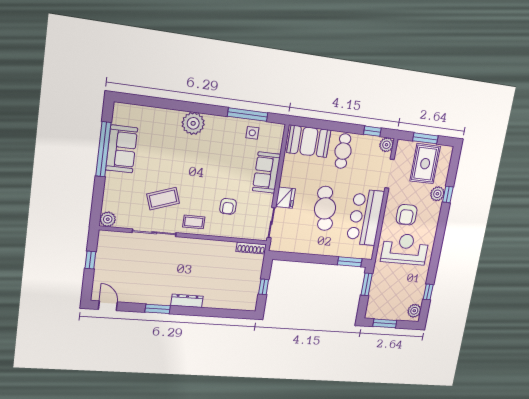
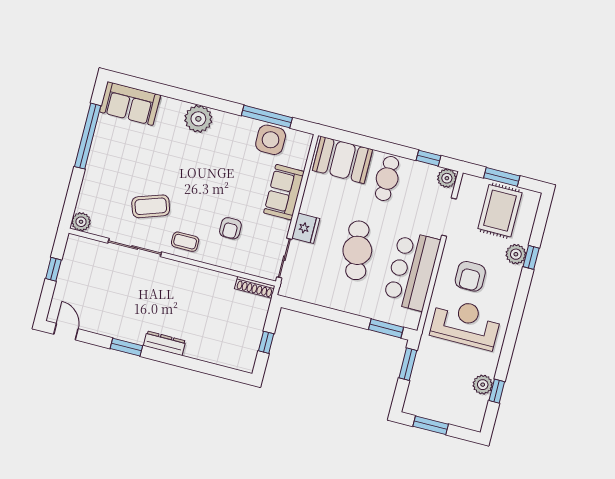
side table: (252, 133) -> (271, 140), width x1.87, depth x1.87
sofa: (122, 149) -> (130, 103), moved, turned 90
plant: (414, 311) -> (483, 385), moved

